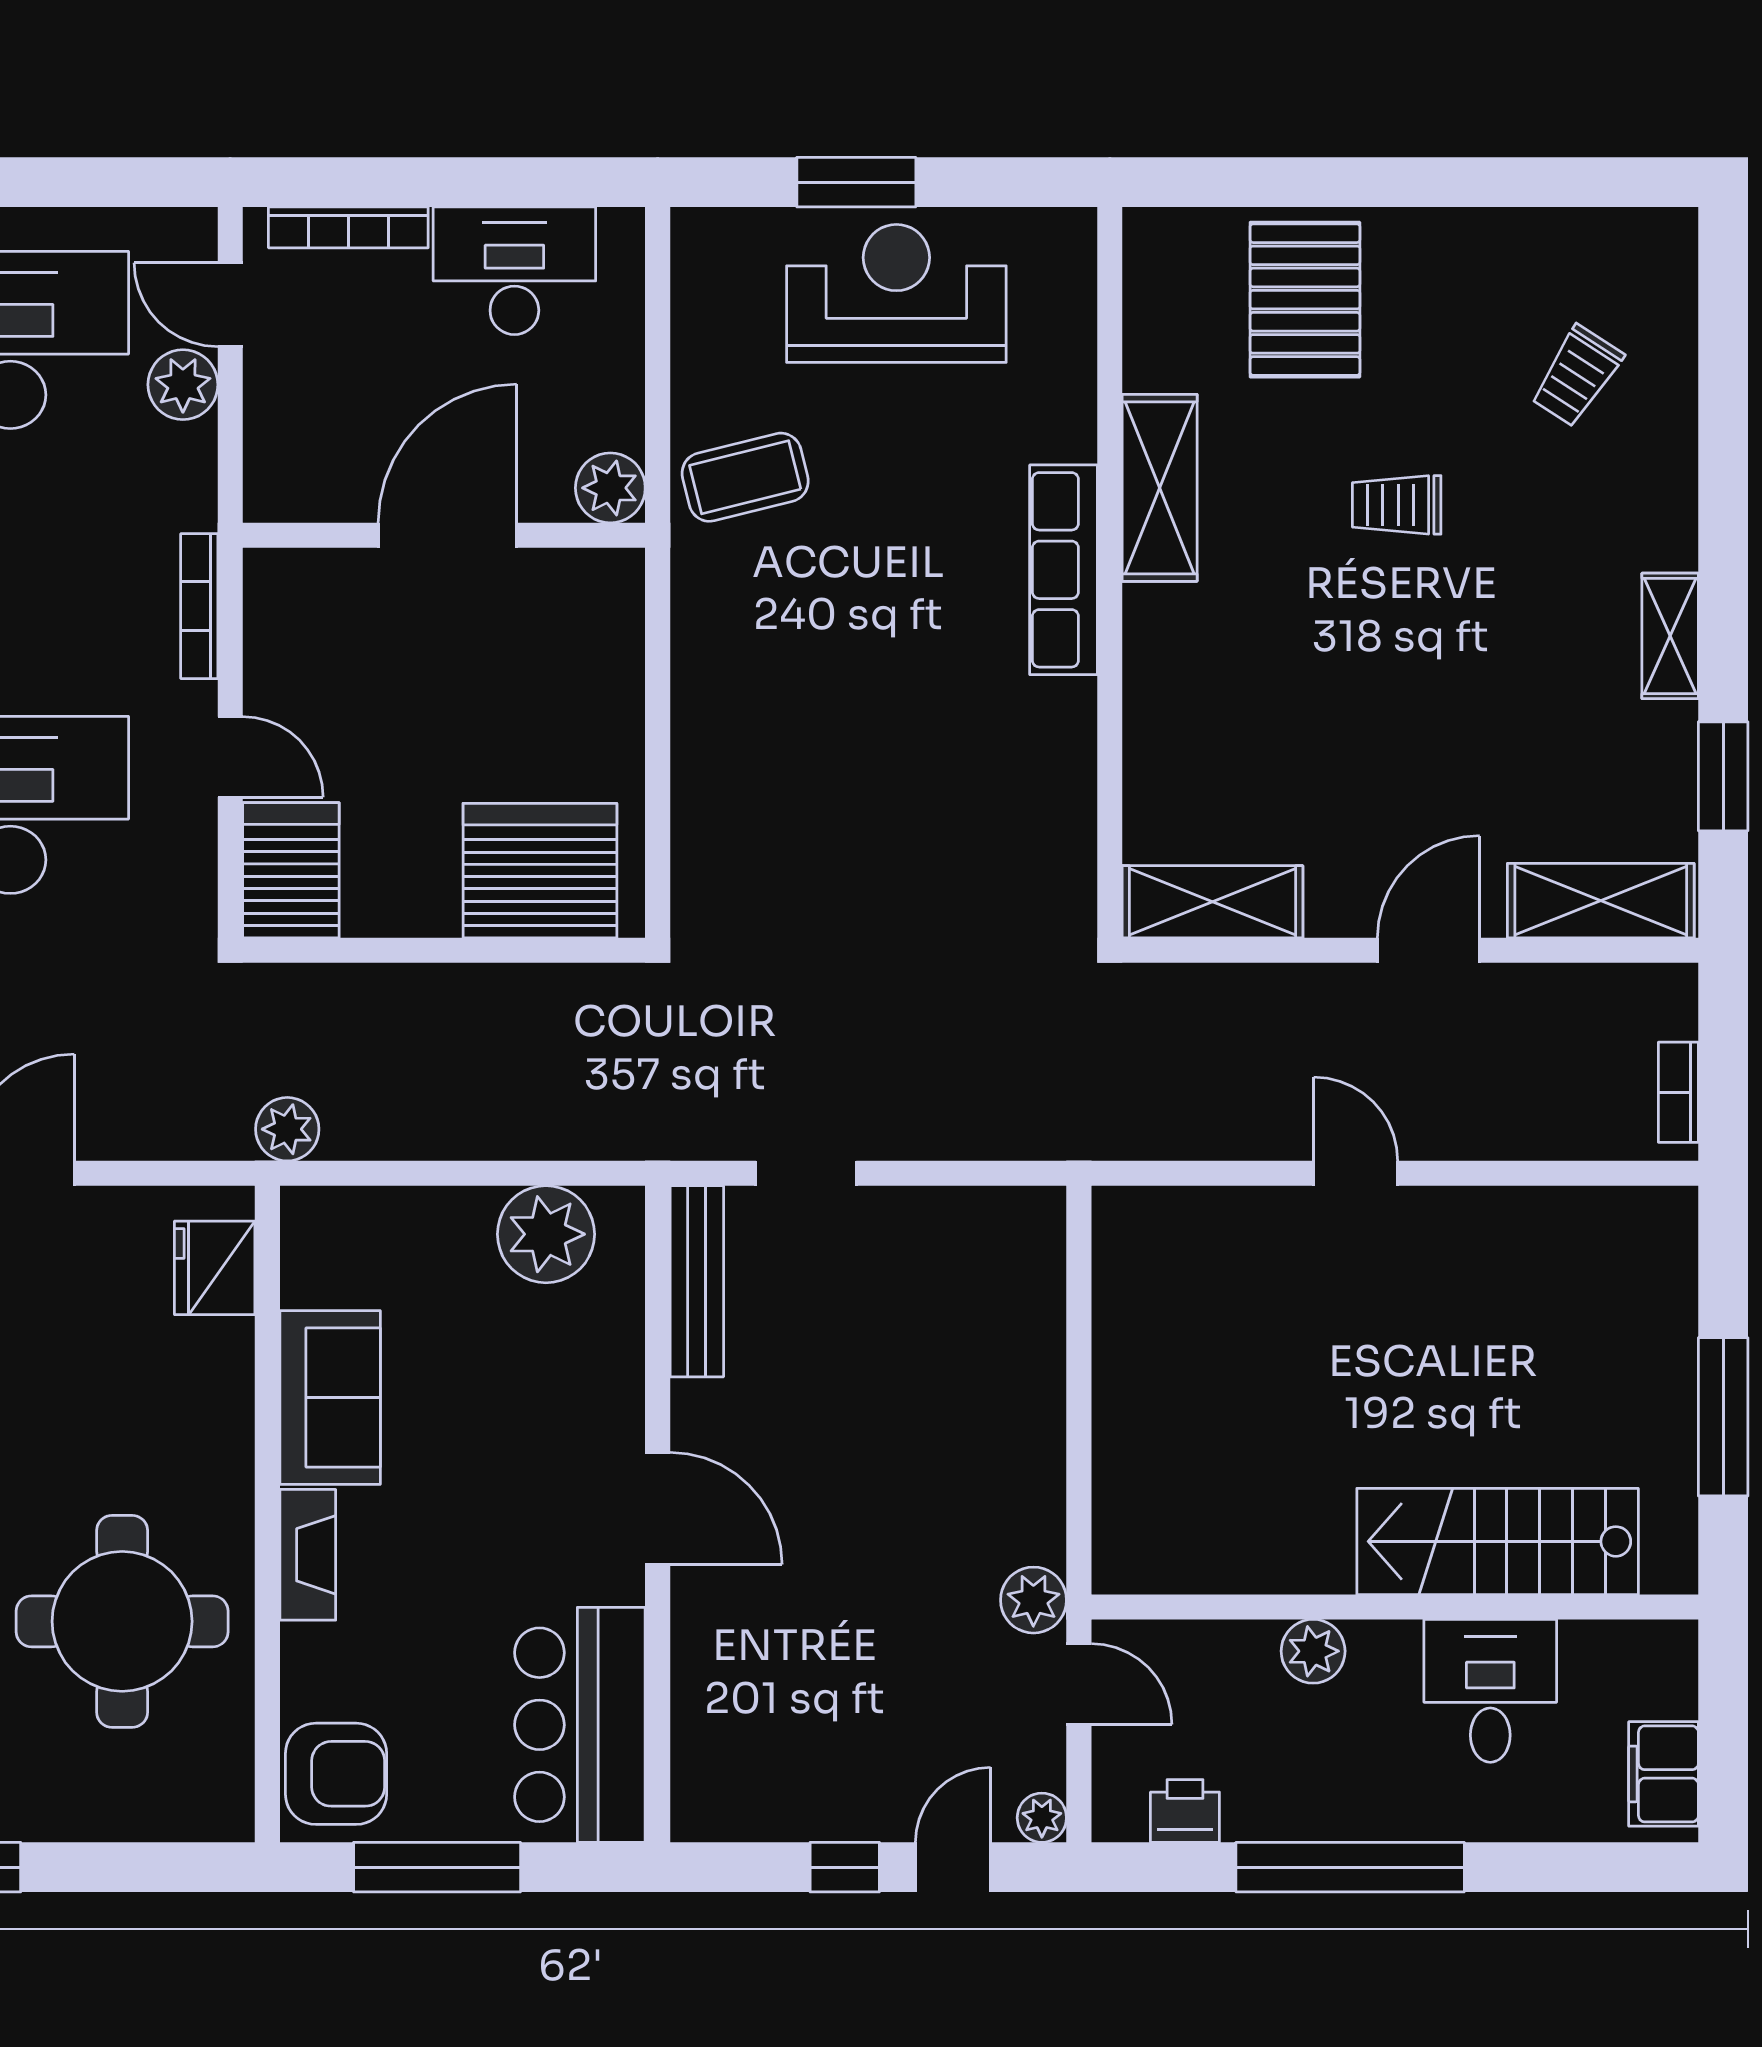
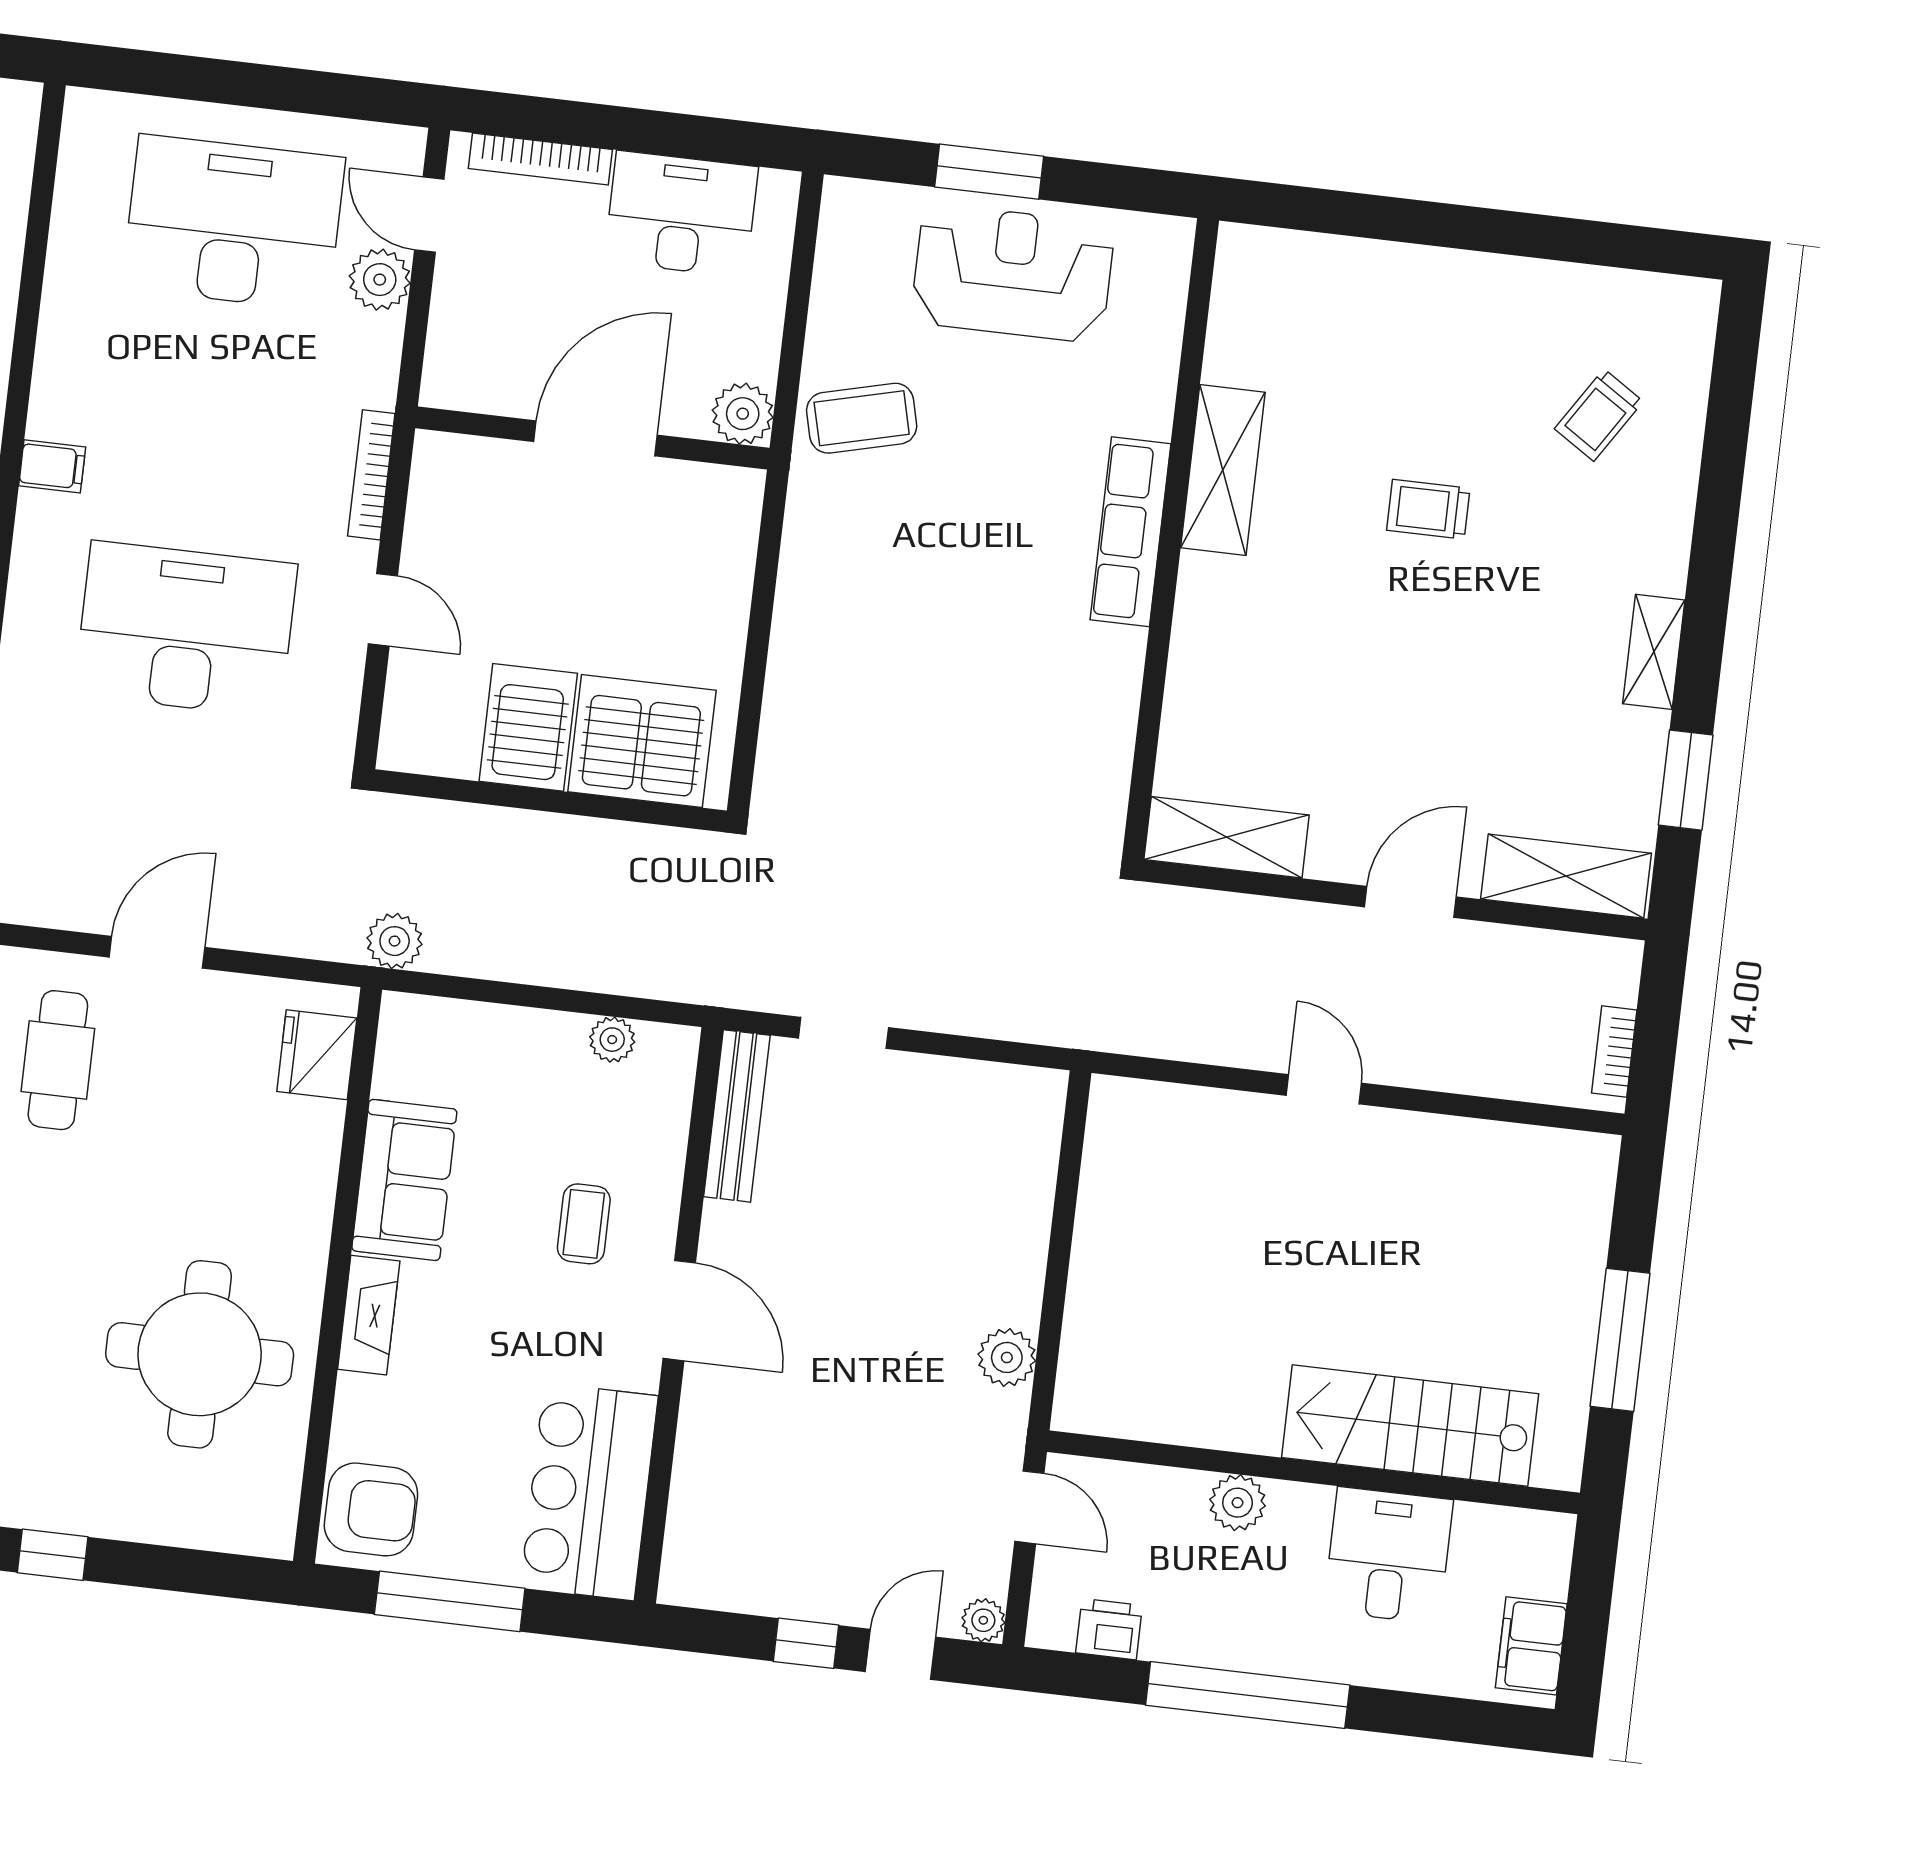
pallet: (1305, 300) -> (1369, 320), removed
server rack: (291, 870) -> (528, 727), moved
plant: (546, 1234) -> (612, 1040), width x0.53, depth x0.53
coffee table: (538, 1423) -> (584, 1224), added
plant: (1033, 1600) -> (1007, 1357), moved

